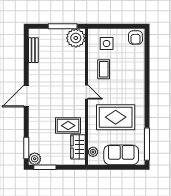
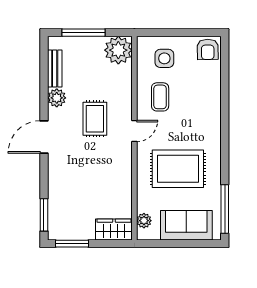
window: (63, 26) -> (83, 33), moved
door: (87, 92) -> (134, 131), hinge flipped
rug: (68, 126) -> (95, 119), moved, turned 90
wardrobe: (78, 147) -> (114, 230), moved, turned 90
plant: (35, 159) -> (57, 98), moved

